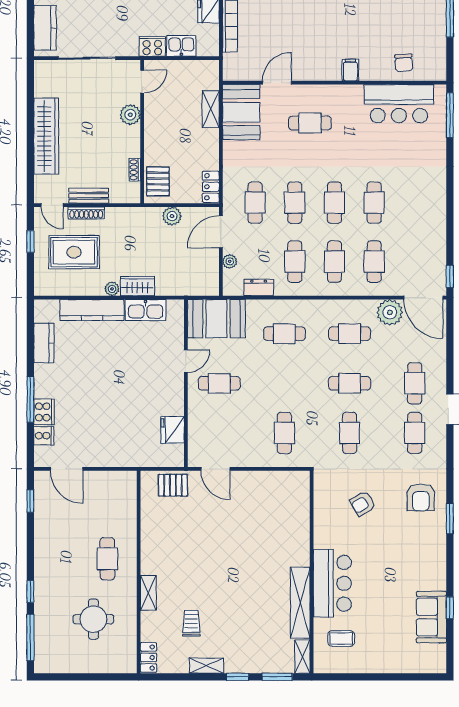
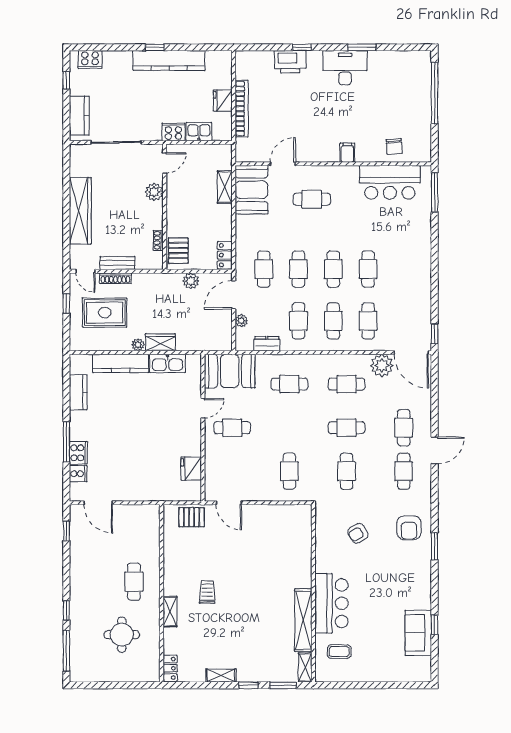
trolley: (191, 623) -> (207, 592), moved

